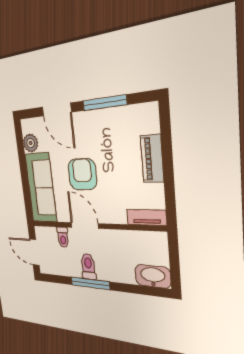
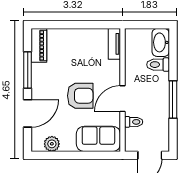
piano: (152, 159) -> (39, 45), moved, turned -90
armchair: (82, 174) -> (80, 96), turned 180
sofa: (41, 188) -> (98, 139), width x0.73
toilet: (88, 266) -> (158, 65), moved

